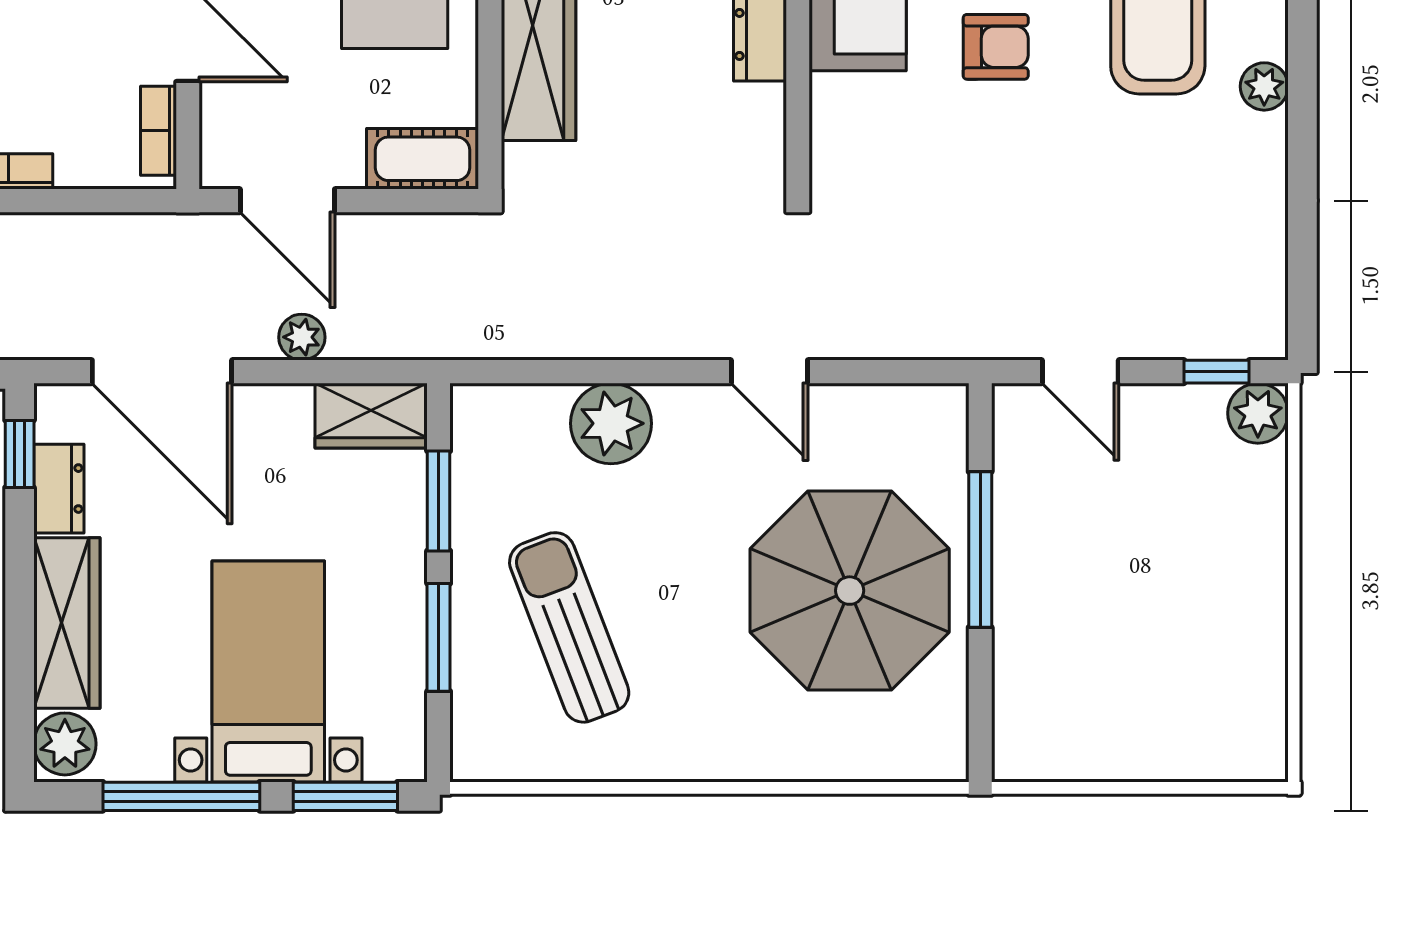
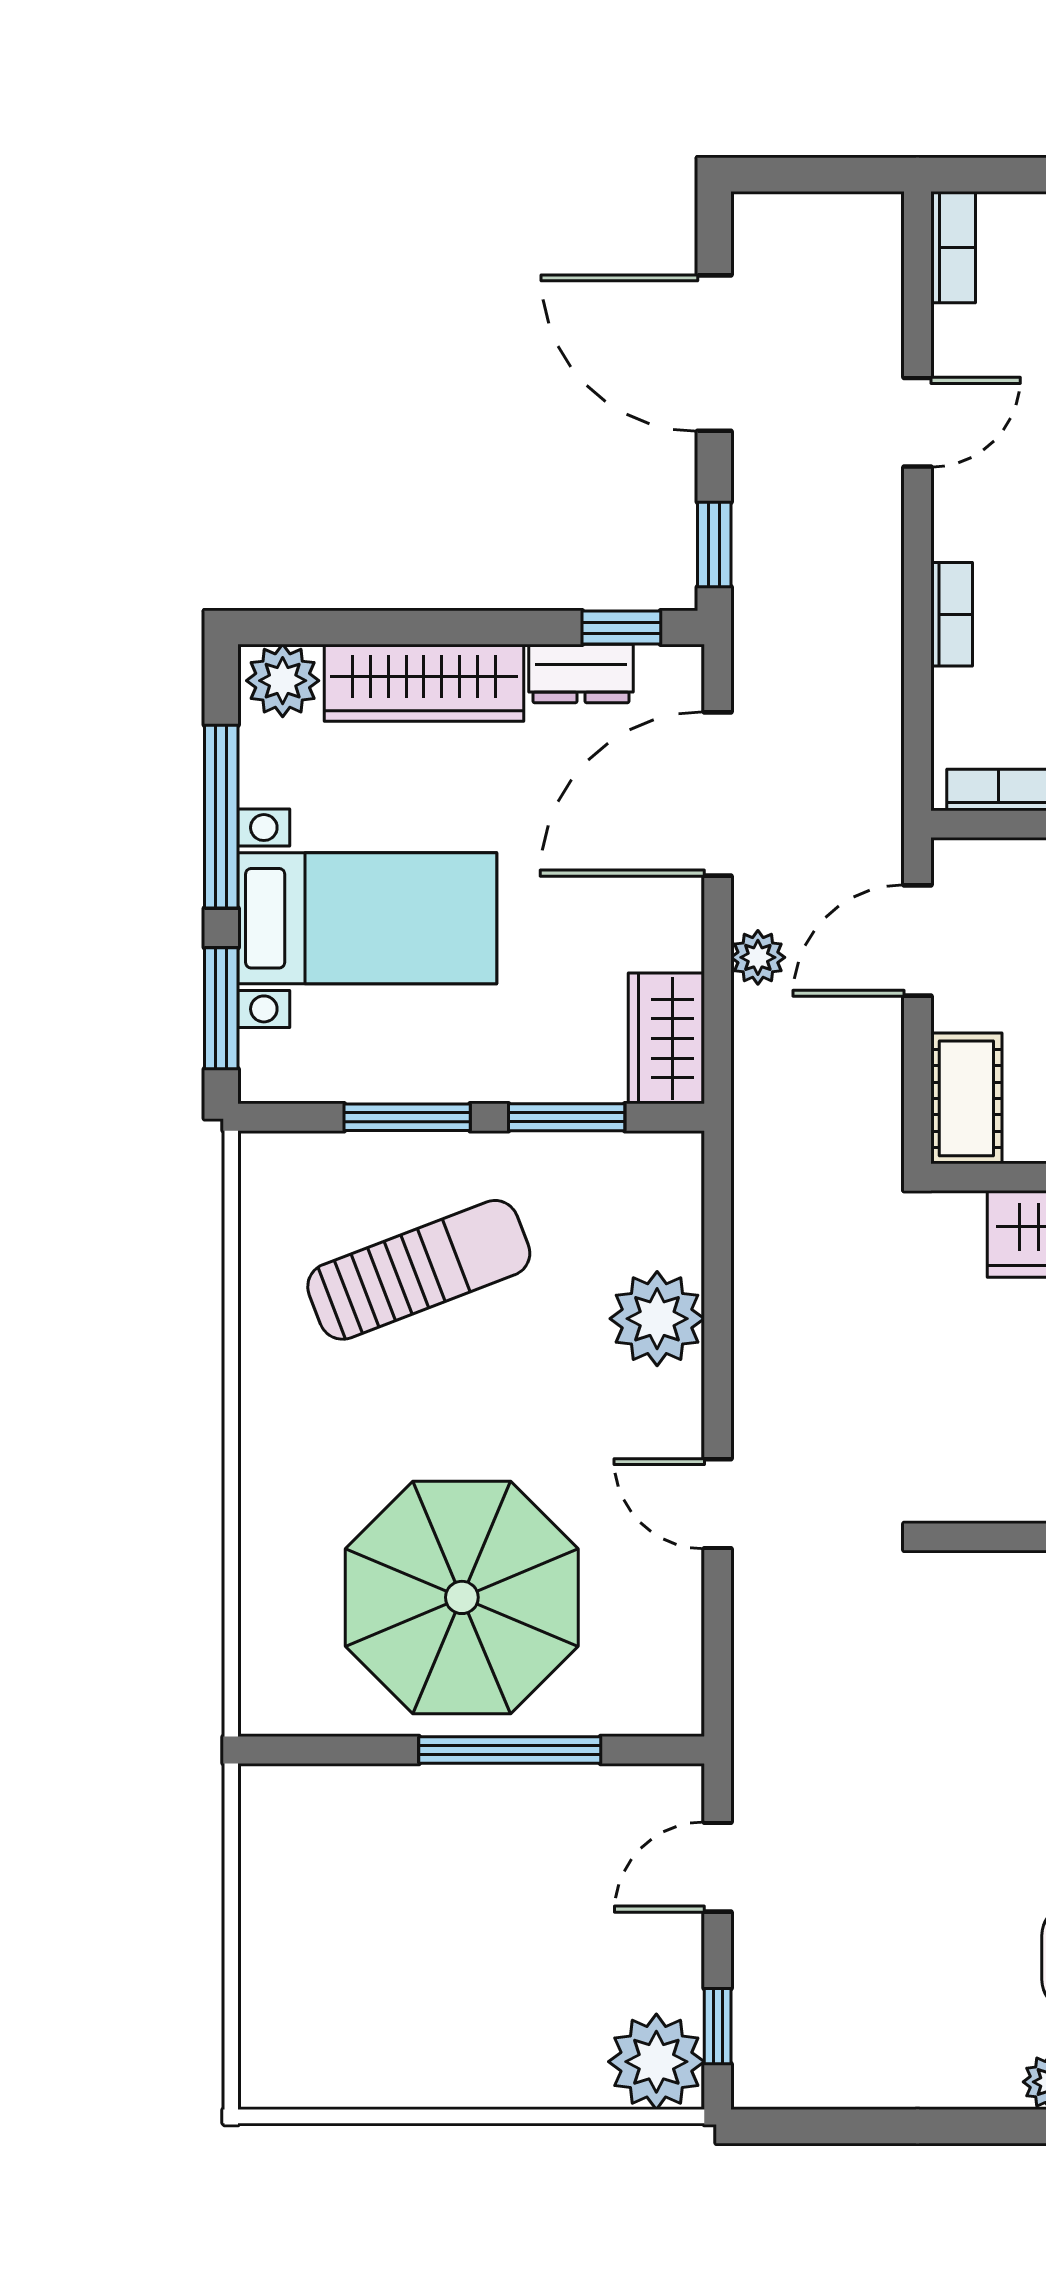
door: (769, 372) -> (718, 1504), hinge flipped
plant: (1258, 413) -> (656, 2062), width x1.36, depth x1.36

